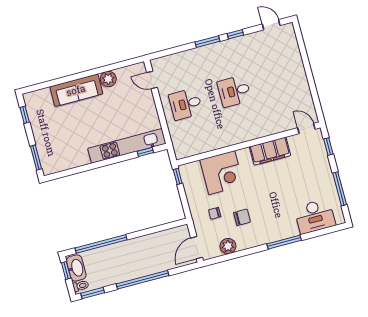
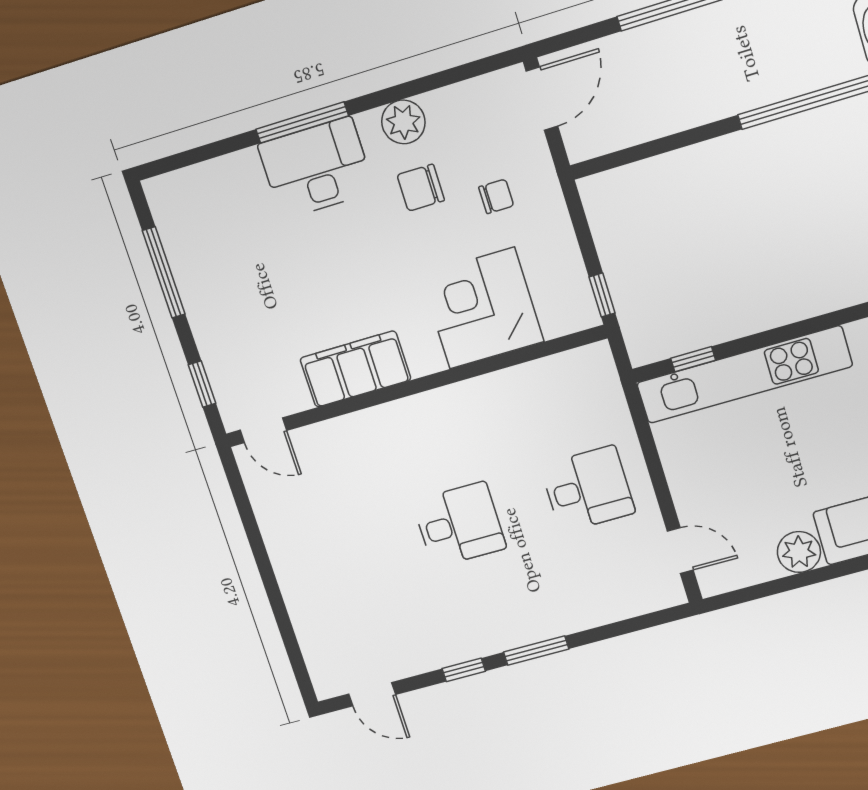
desk: (315, 216) -> (316, 168), moved
plant: (228, 246) -> (403, 122), moved

